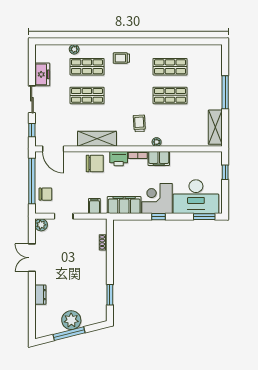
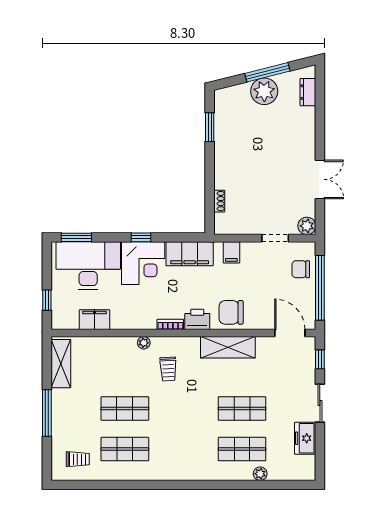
trolley: (121, 58) -> (78, 459), moved
filing cabinet: (159, 158) -> (95, 320), moved
dresser: (40, 295) -> (308, 92), moved

